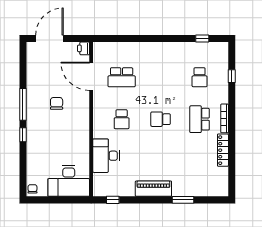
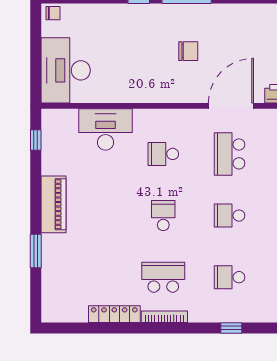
school desk: (161, 77) -> (230, 216), added

